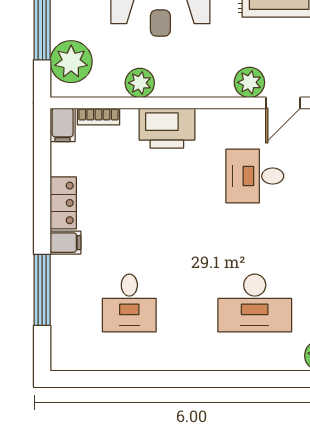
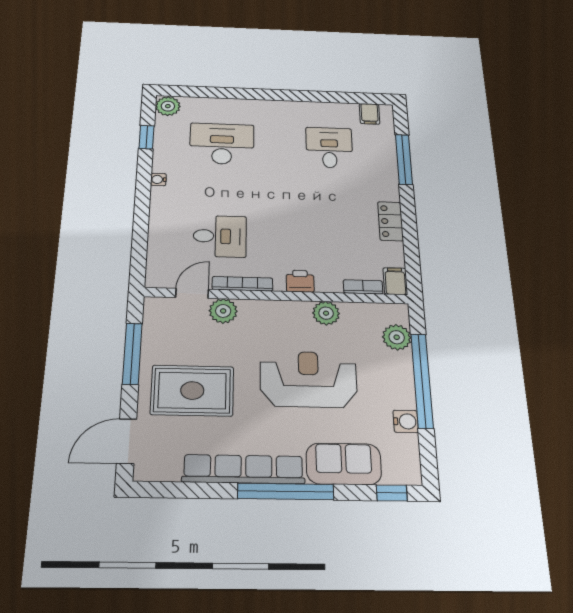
plant: (71, 62) -> (397, 337), width x0.73, depth x0.73
bookcase: (229, 116) -> (242, 284), added
printer: (167, 128) -> (300, 281), width x0.53, depth x0.68
filing cabinet: (65, 243) -> (370, 114), moved, turned -90

